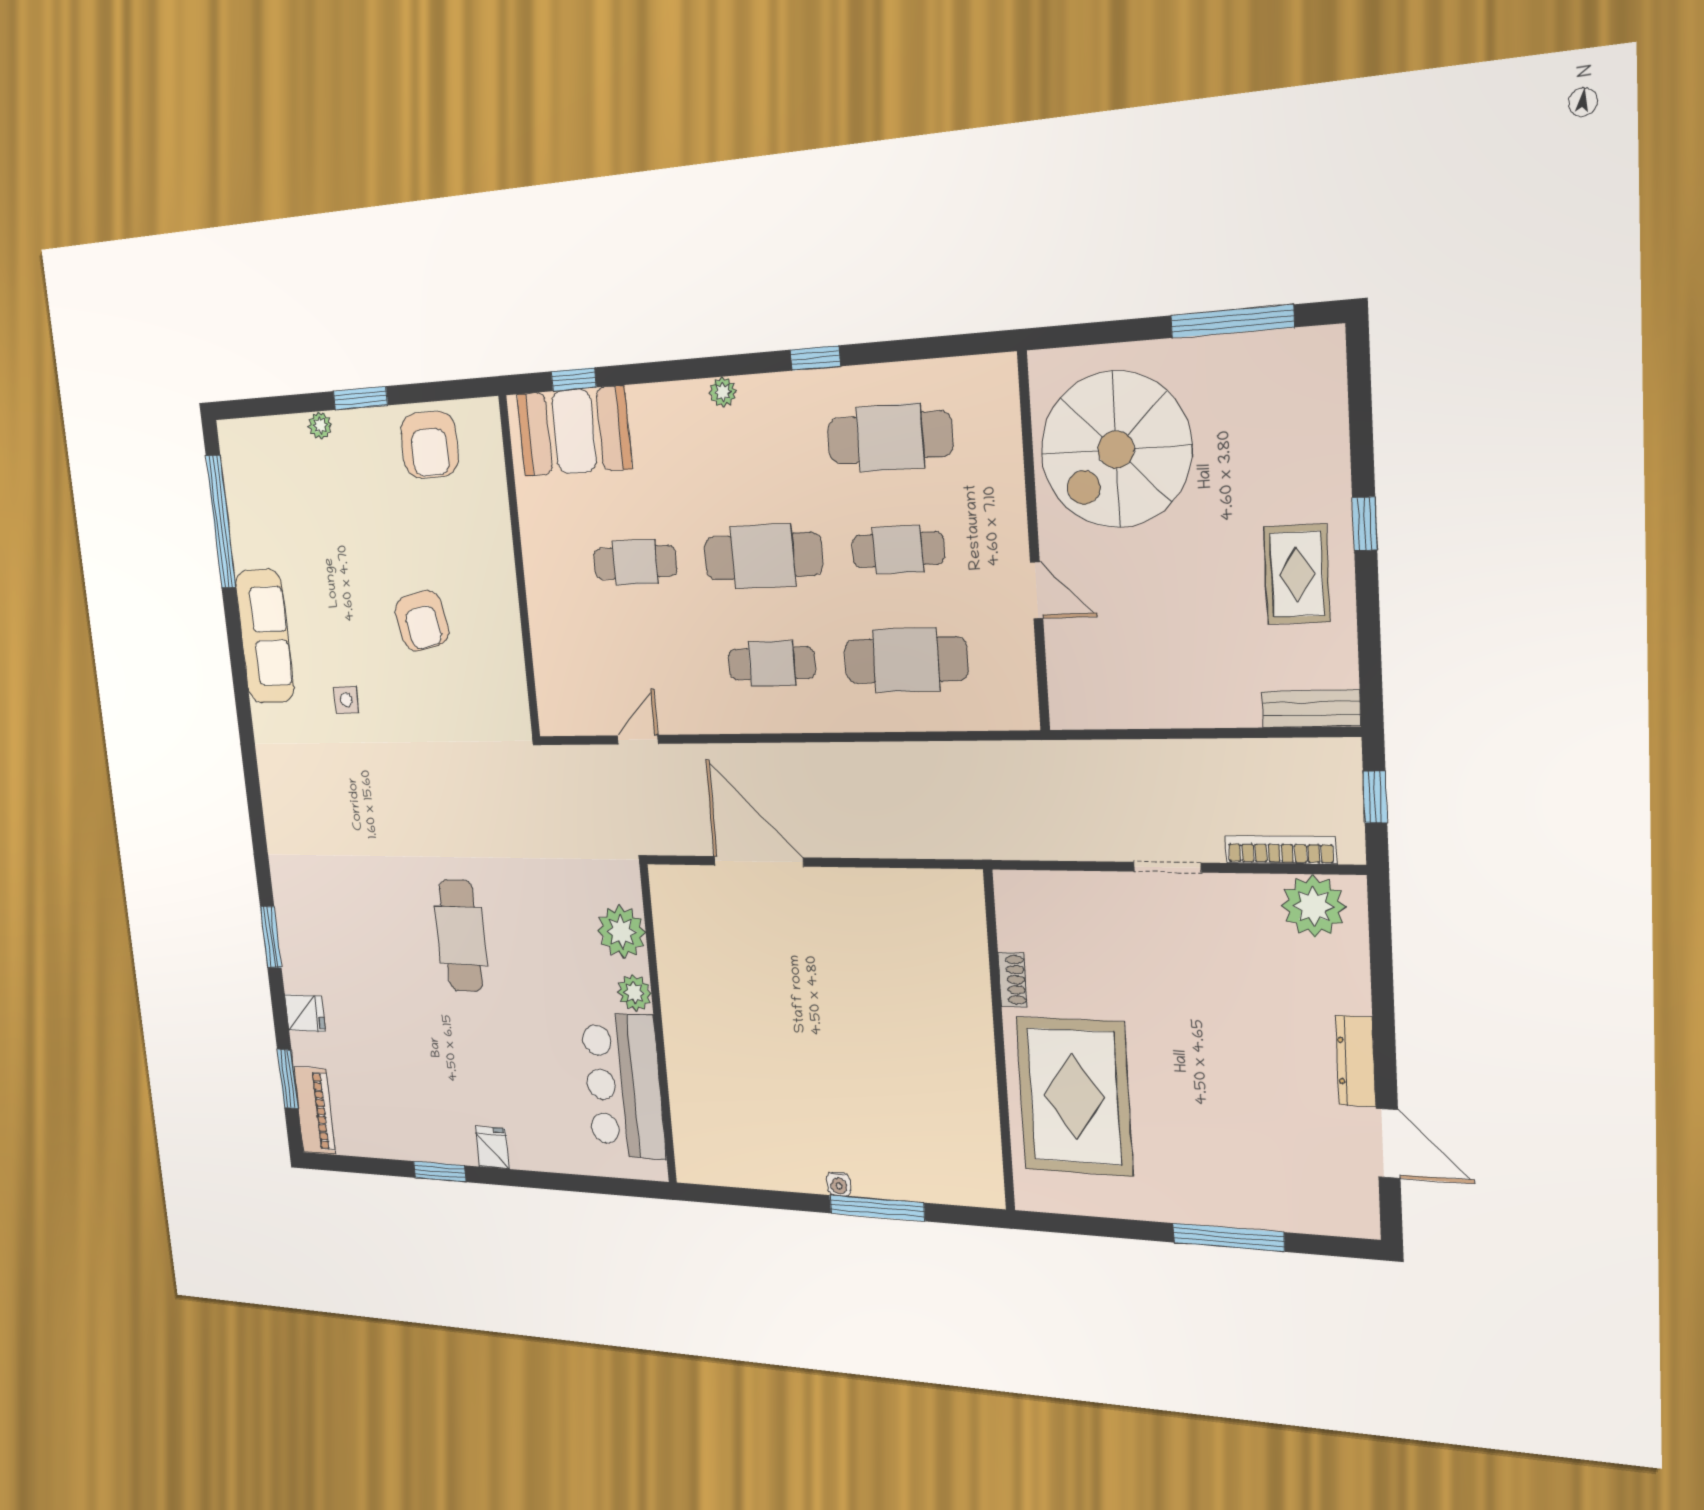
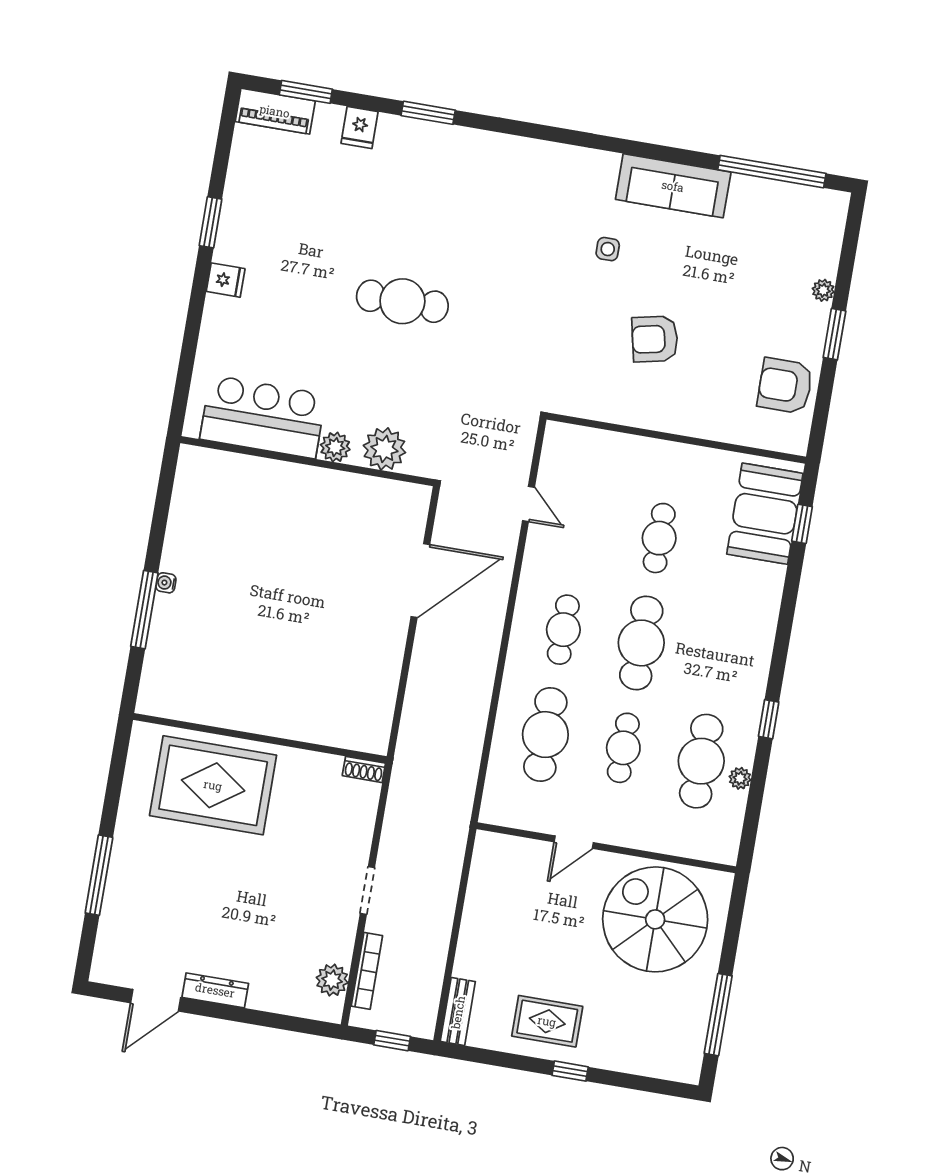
plant: (723, 392) -> (740, 778), moved
plant: (1314, 906) -> (332, 980), width x0.73, depth x0.73
shoe rack: (1013, 980) -> (364, 769), moved

